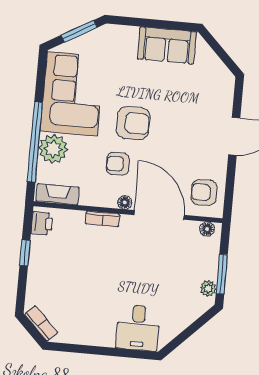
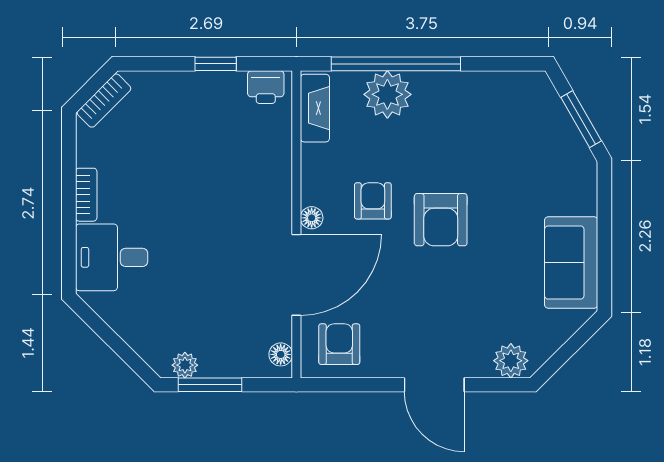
plant: (224, 88) -> (511, 361), added
corner sofa: (72, 94) -> (479, 117), removed
bookcase: (103, 219) -> (86, 195), moved, turned 180

